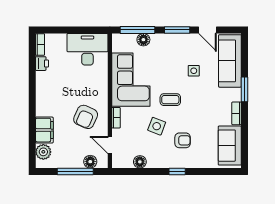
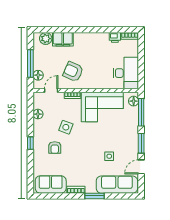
floor lamp: (143, 40) -> (134, 101), moved
coffee table: (170, 100) -> (87, 138), removed

